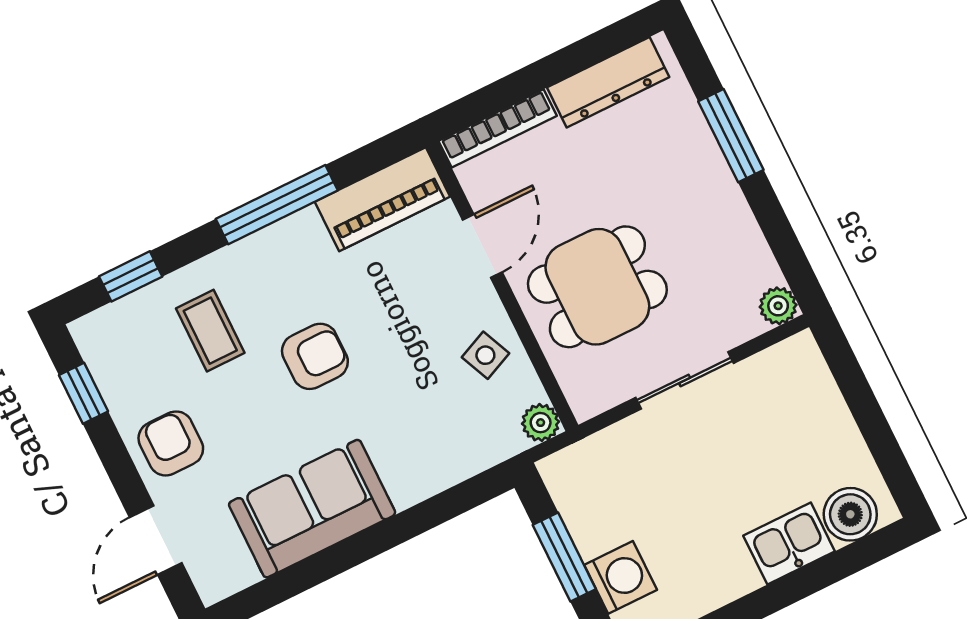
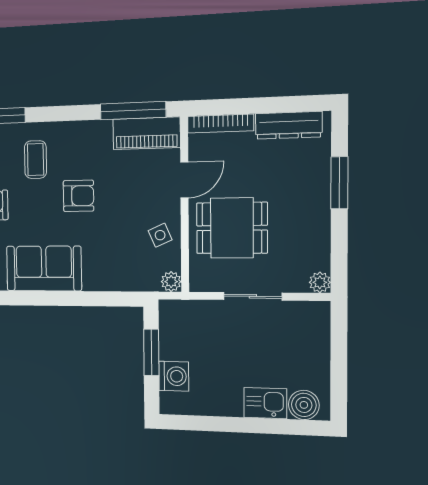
window: (277, 205) -> (133, 111), moved

